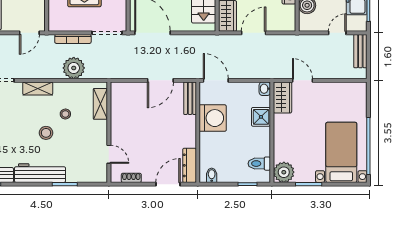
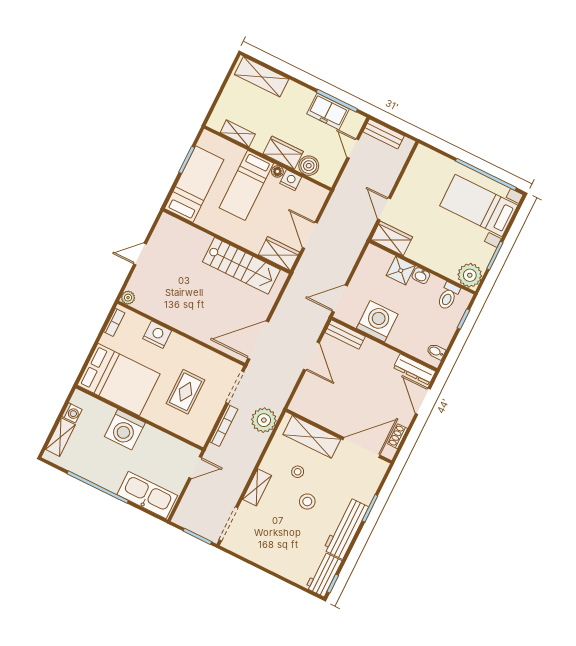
door: (29, 33) -> (195, 467), hinge flipped
plant: (74, 68) -> (264, 420), moved
door: (302, 80) -> (384, 209), hinge flipped
washbasin: (265, 89) -> (421, 276), moved
shelving: (100, 104) -> (312, 437), width x1.50, depth x1.33
door: (109, 154) -> (362, 447), width x1.88

